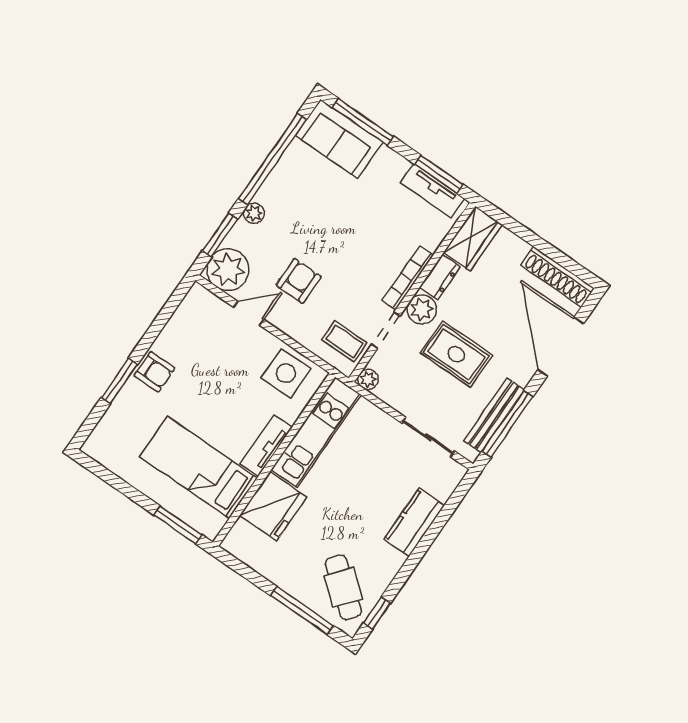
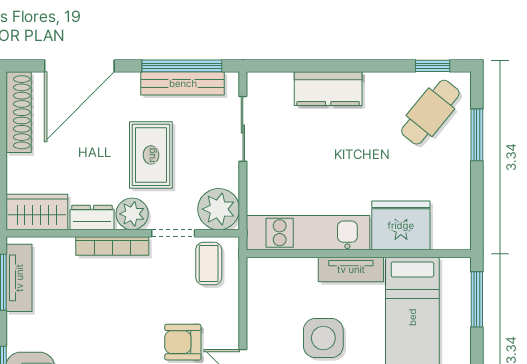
side table: (286, 373) -> (323, 338), moved
plant: (368, 379) -> (219, 209), width x1.88, depth x1.88
window: (302, 610) -> (477, 135), width x0.69

